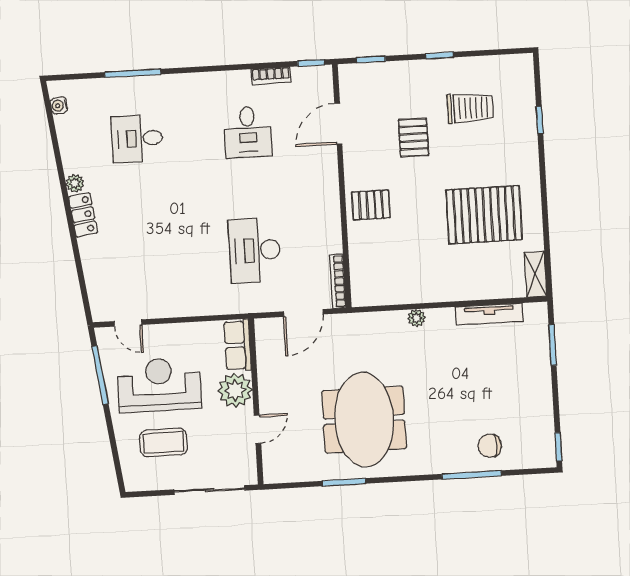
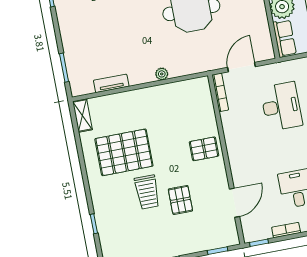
trolley: (470, 108) -> (147, 192), moved, turned -90
tv unit: (489, 314) -> (111, 83), width x0.71

